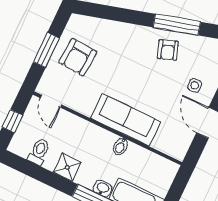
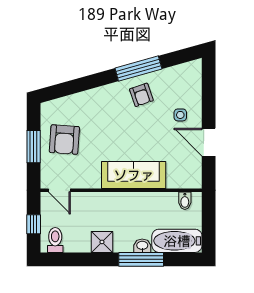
bidet: (121, 146) -> (185, 201), moved
toilet: (39, 152) -> (55, 240), moved

